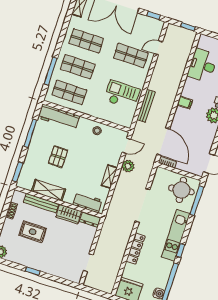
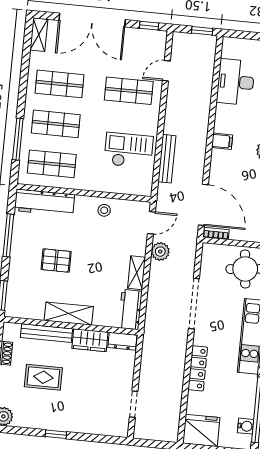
pallet: (58, 157) -> (56, 261), turned 90
shelving: (49, 190) -> (69, 314), moved
workbench: (87, 203) -> (130, 310), moved, turned -90

